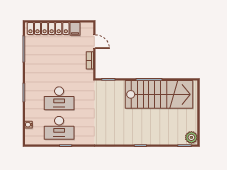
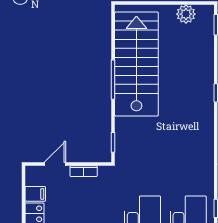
plant: (191, 137) -> (186, 14), moved

